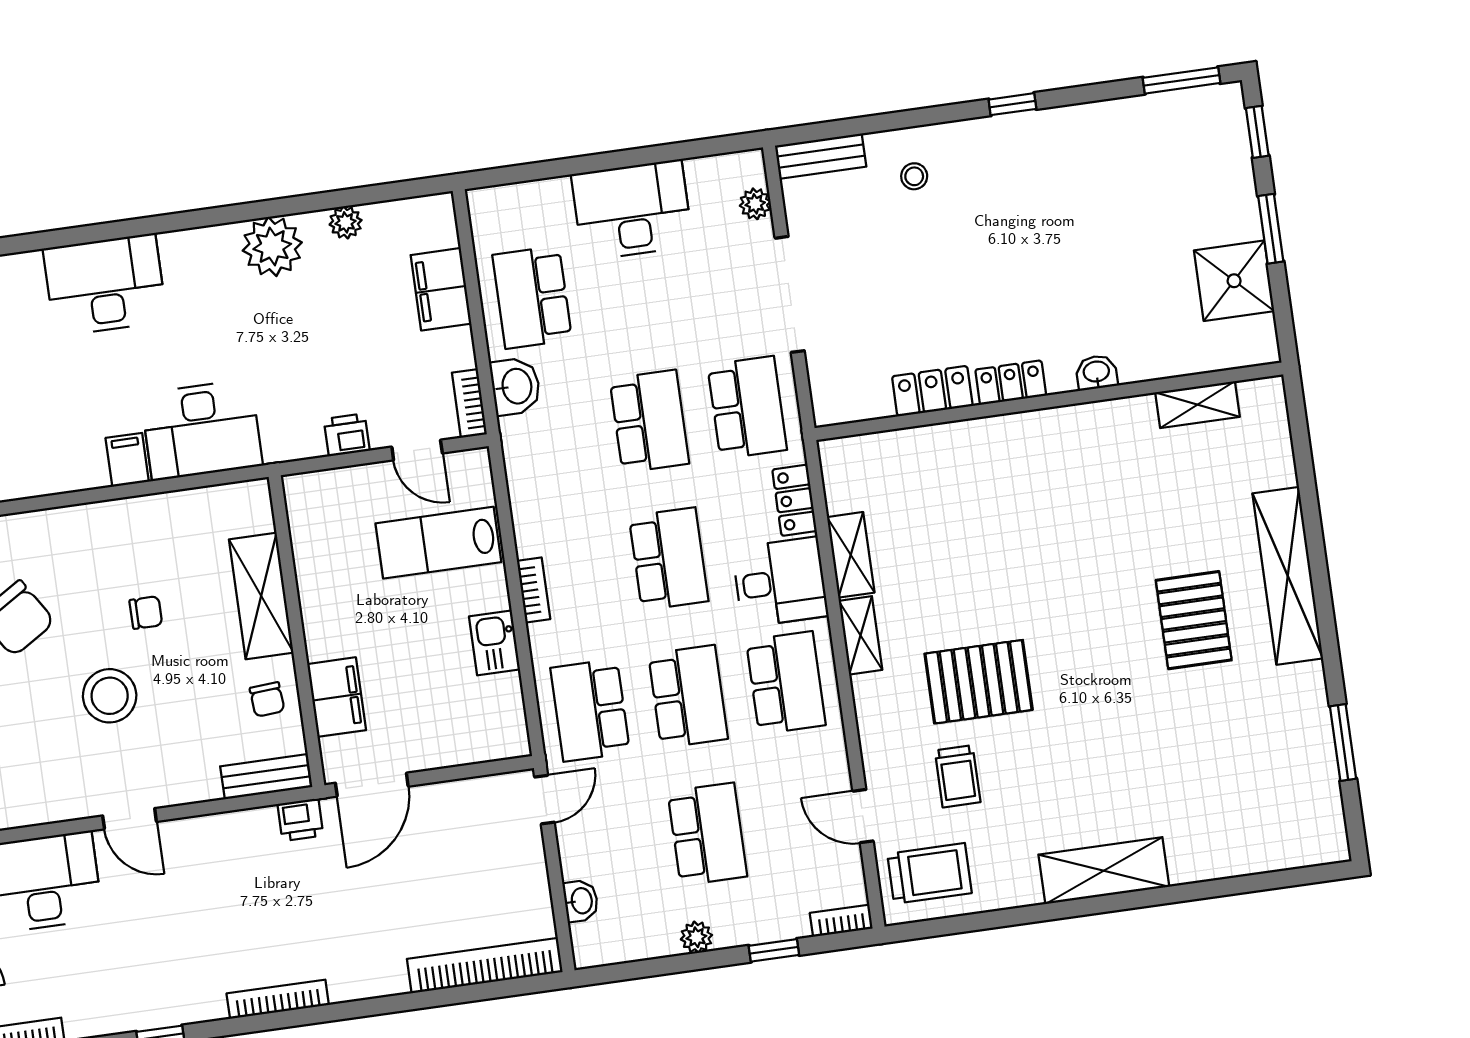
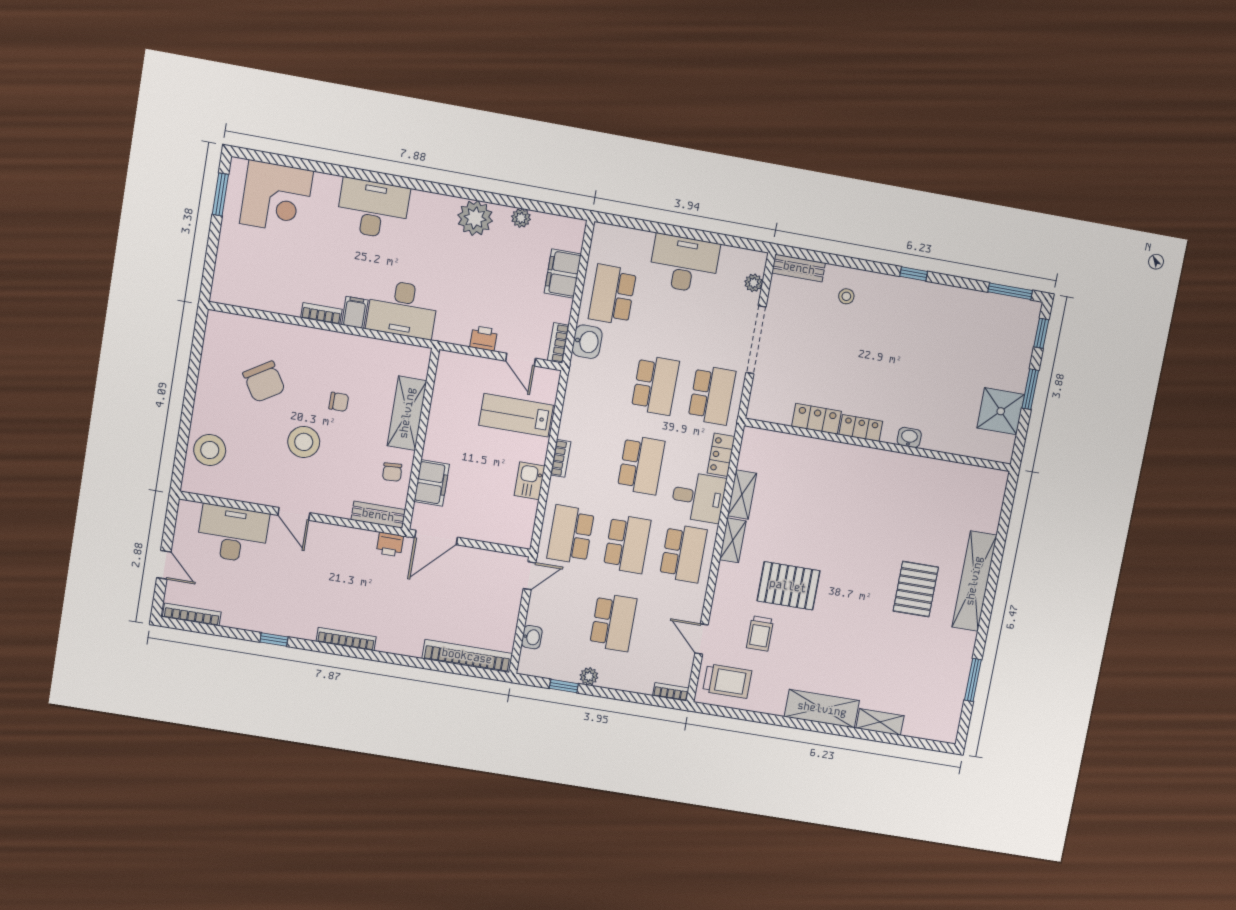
shelving: (1197, 405) -> (880, 722), moved
bookcase: (75, 479) -> (321, 314), added
window: (774, 950) -> (564, 686), moved

